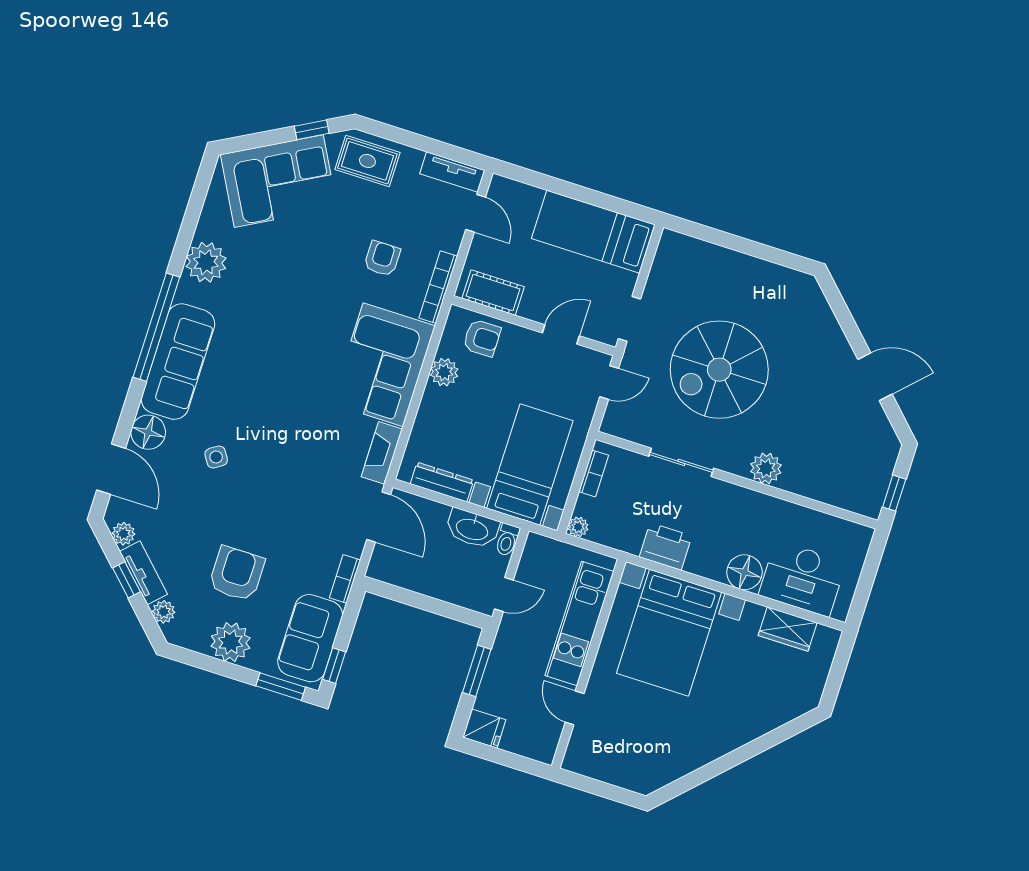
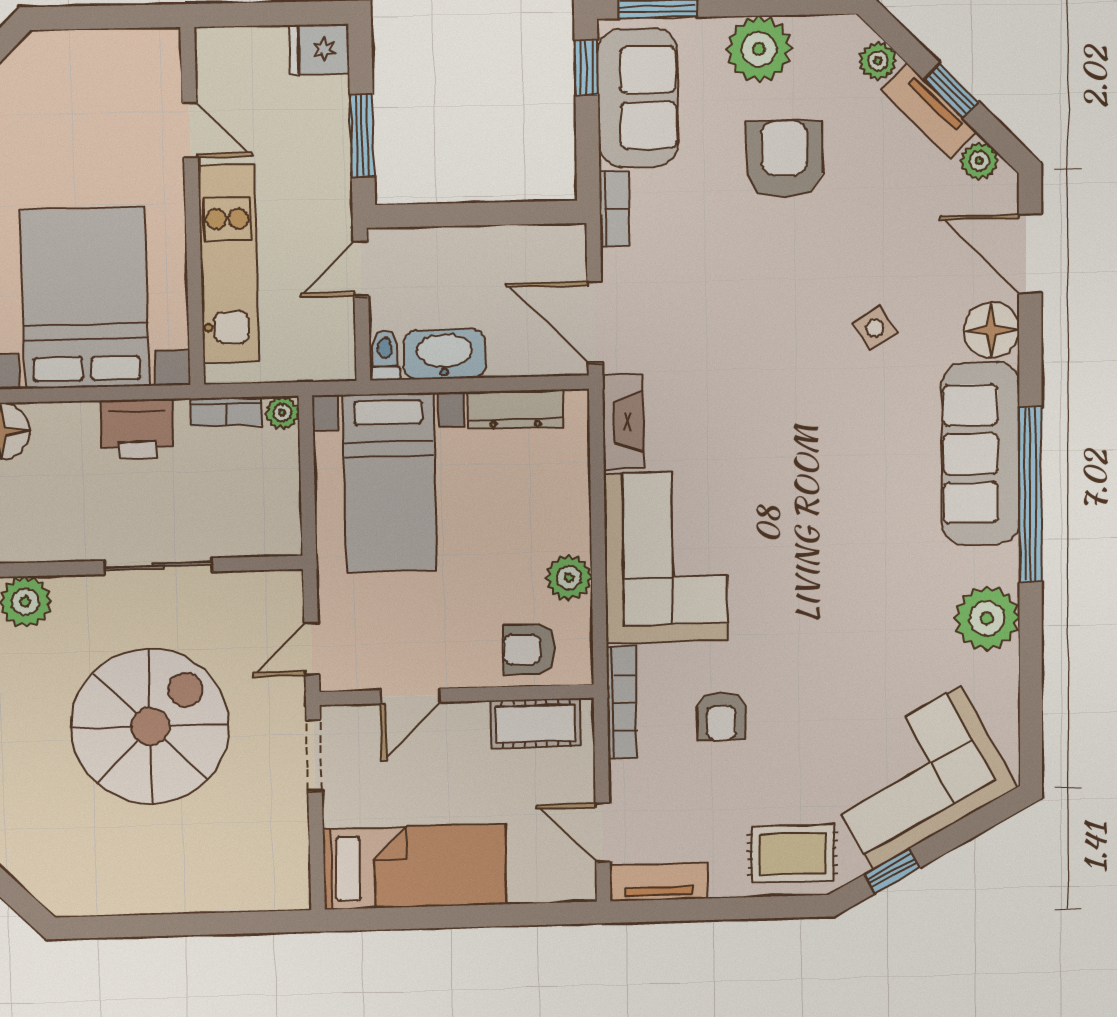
bookcase: (594, 473) -> (226, 412), moved, turned -90
armchair: (237, 574) -> (784, 159), turned 180

